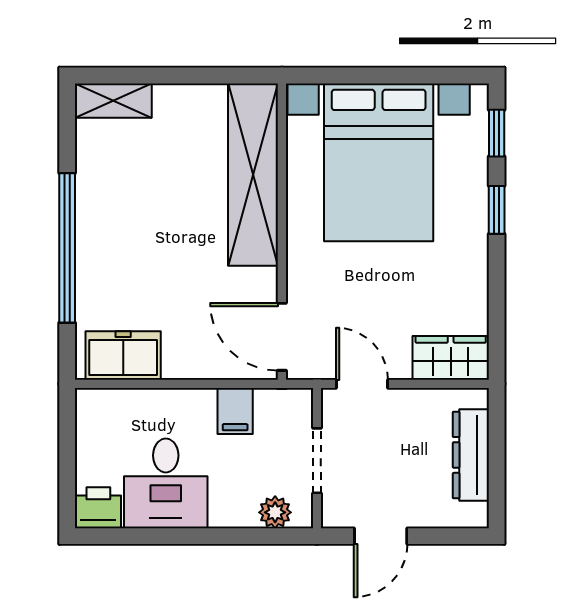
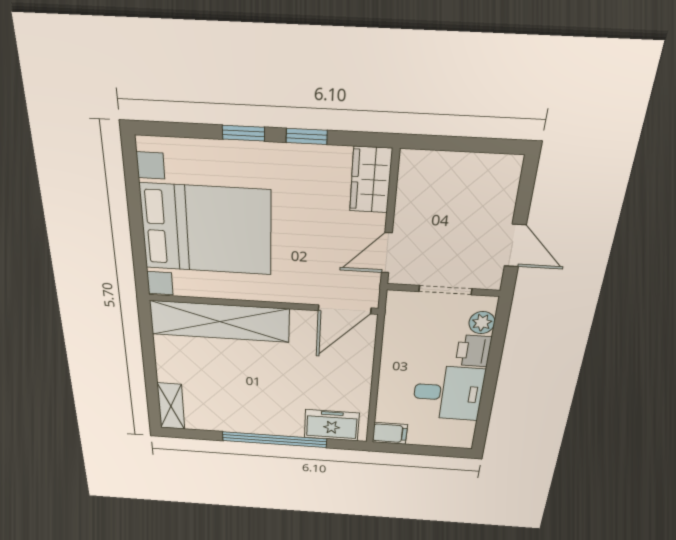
window: (497, 133) -> (307, 136), moved
freezer: (123, 356) -> (332, 425), moved, turned 90
filing cabinet: (235, 411) -> (390, 433), moved
dresser: (471, 455) -> (457, 167), removed
printer: (98, 508) -> (474, 351), moved

